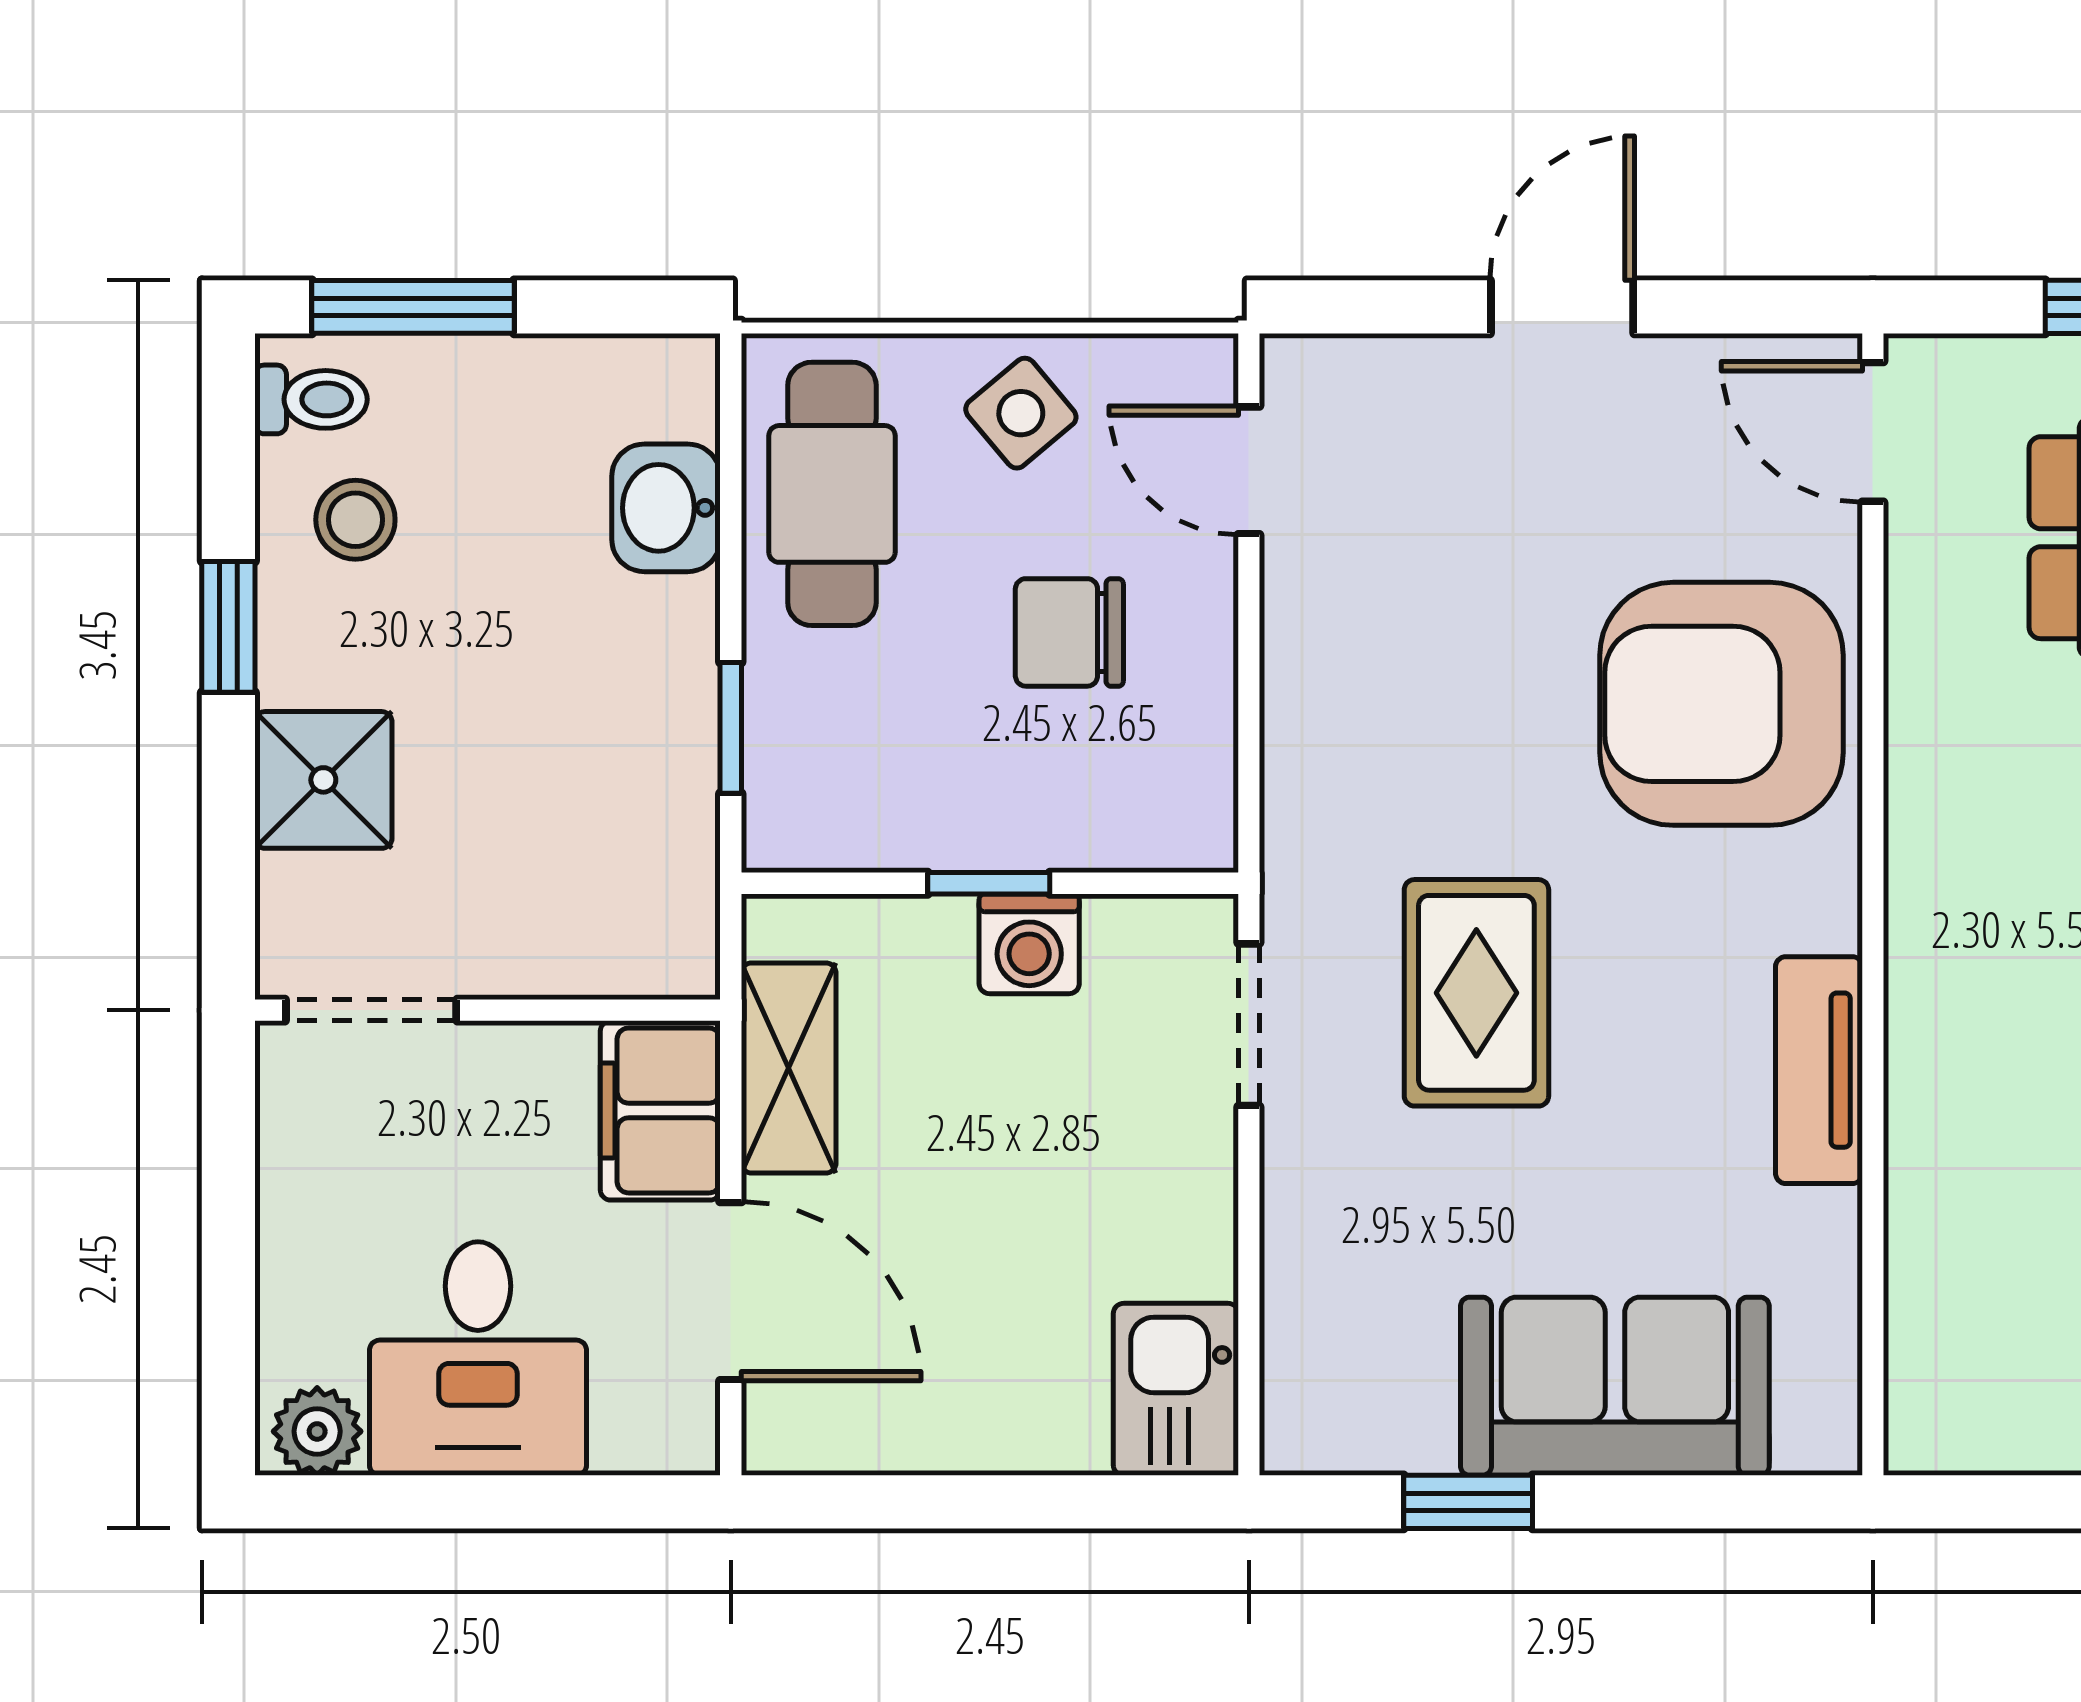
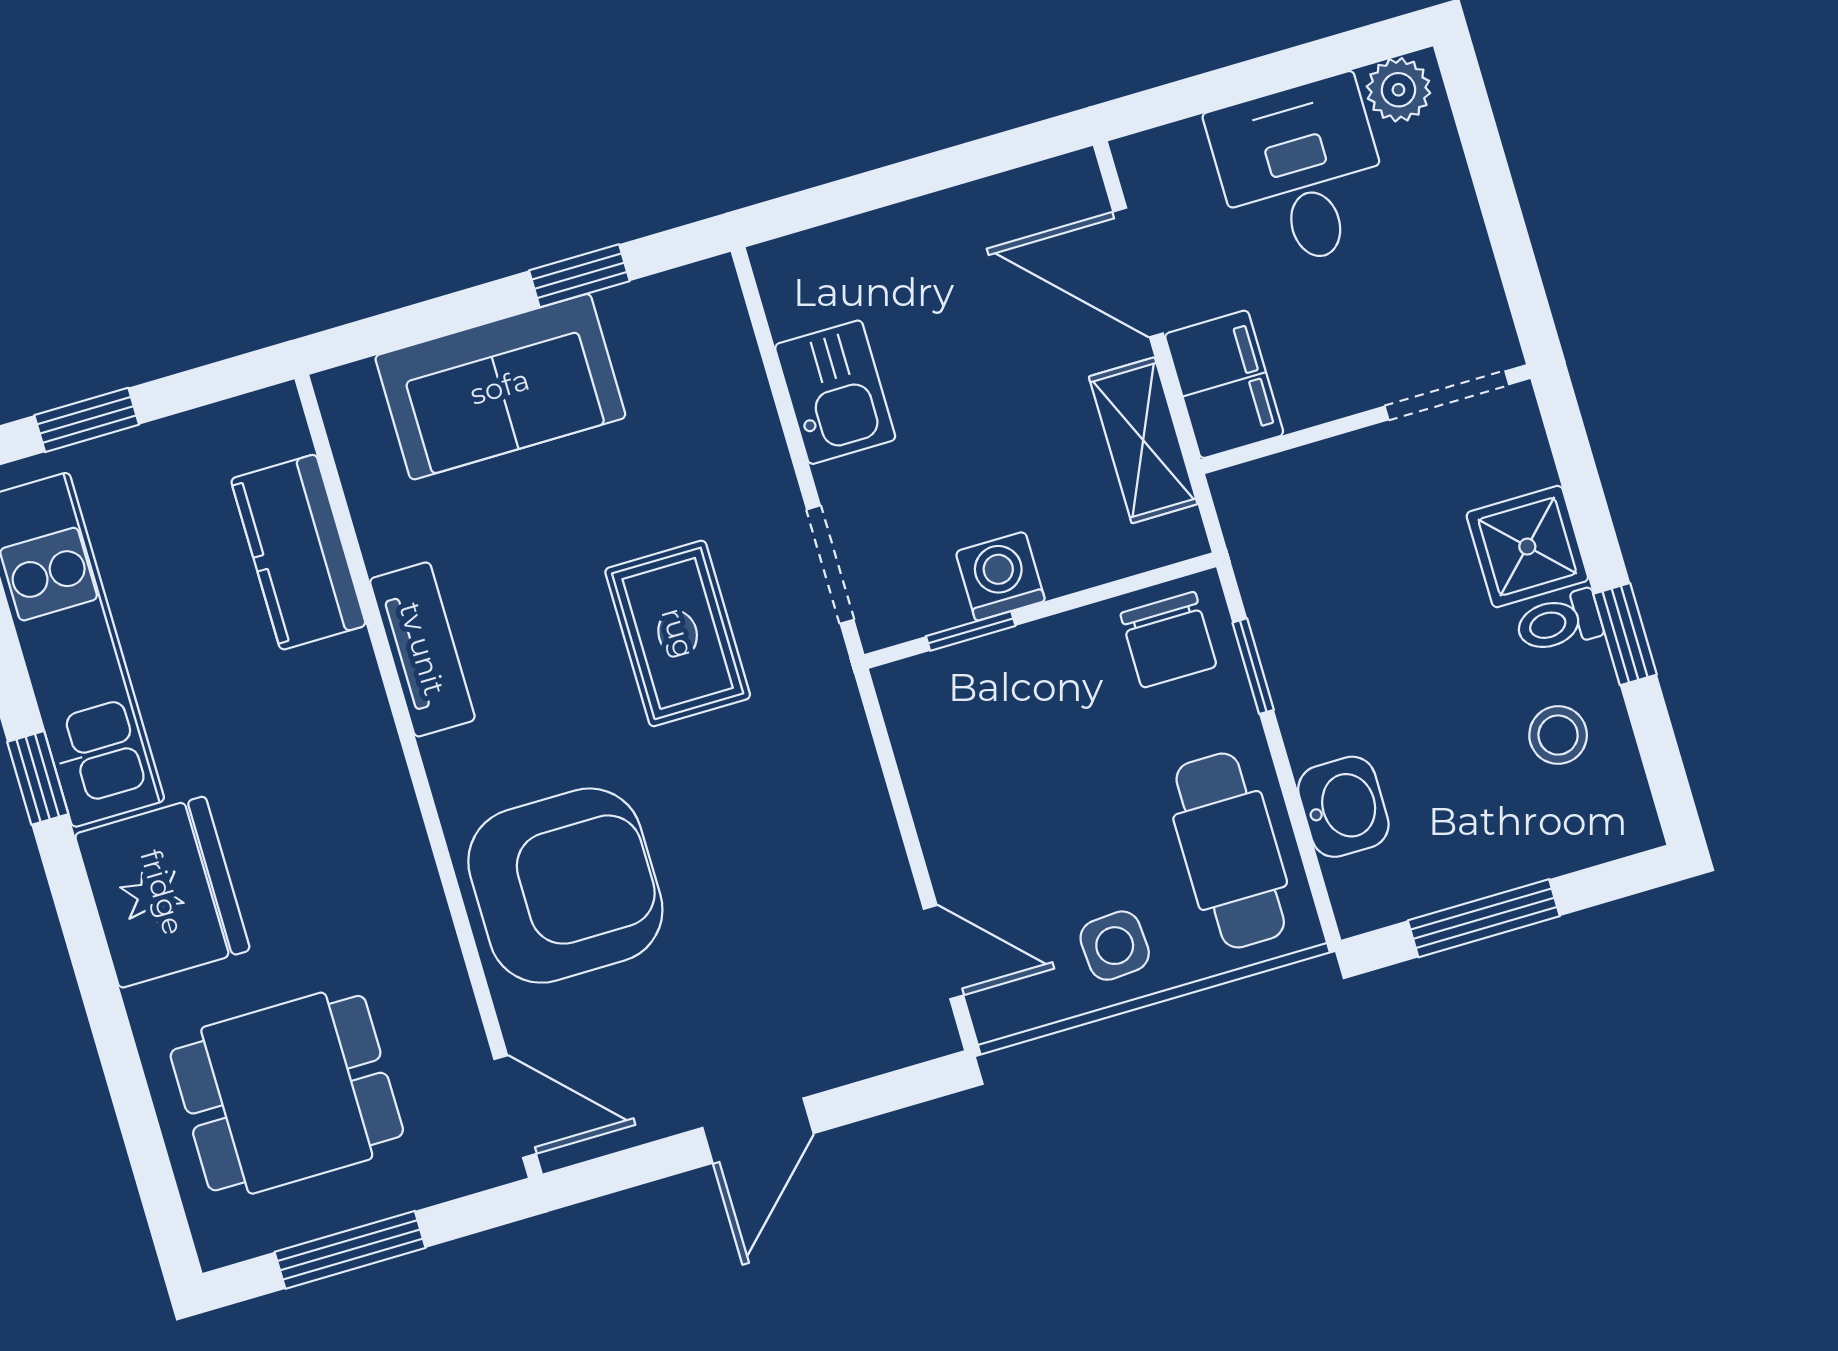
window: (413, 307) -> (1484, 918), moved
toilet: (311, 399) -> (1559, 622), moved
side table: (1021, 413) -> (1115, 946), turned 36
chair: (1069, 632) -> (1168, 640), moved, turned 90
window: (989, 883) -> (971, 631), moved
kitchen counter: (1945, 1246) -> (298, 552), added
kitchen sink: (1176, 1389) -> (835, 392), moved

